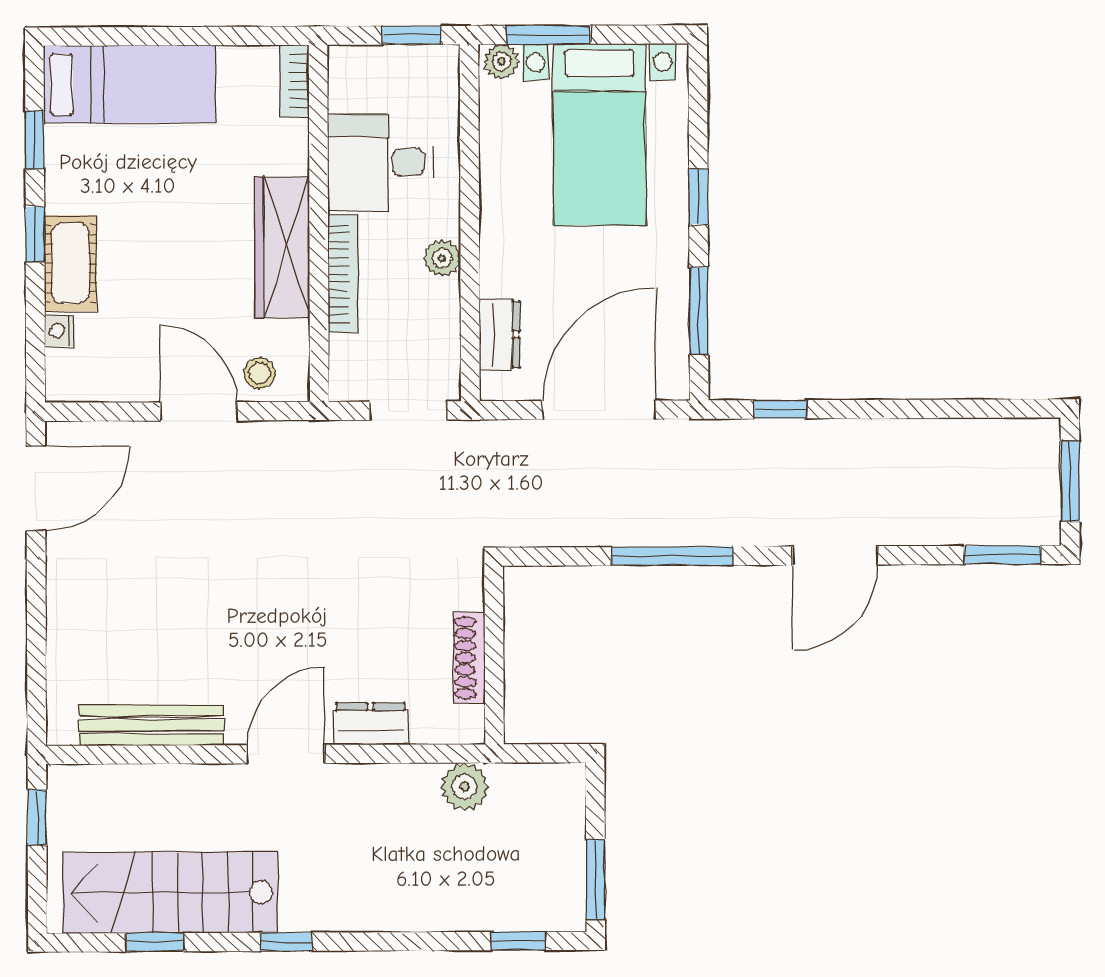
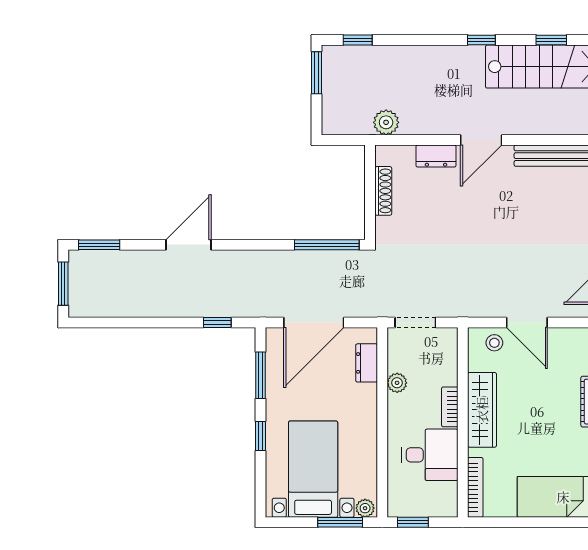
bookcase: (295, 81) -> (475, 487), width x1.56
plant: (442, 258) -> (397, 383), moved
bookcase: (343, 274) -> (450, 407), width x0.64
window: (672, 556) -> (327, 245), moved

